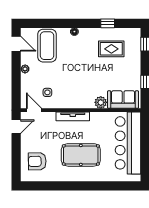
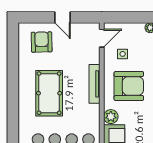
armchair: (75, 87) -> (129, 86), added
door: (16, 127) -> (62, 17), moved

